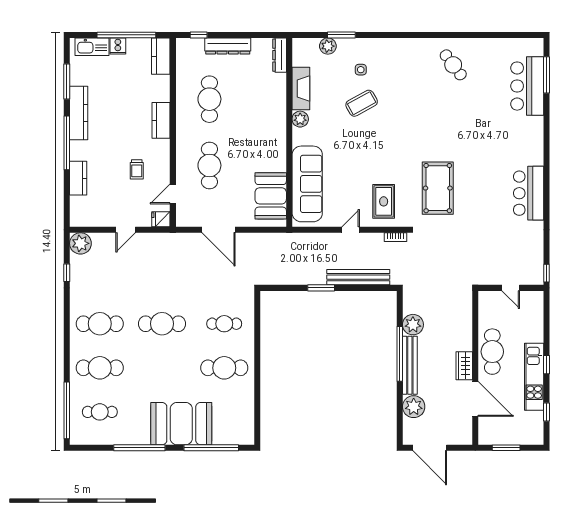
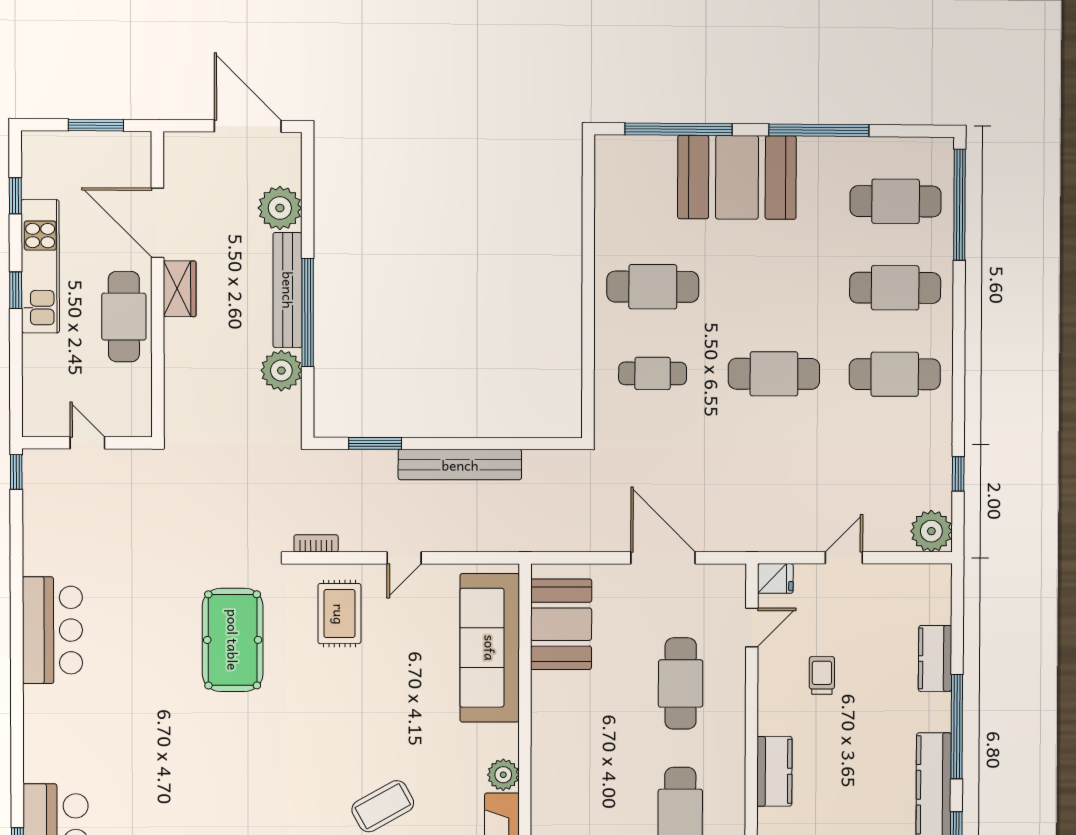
bench: (358, 277) -> (460, 465), moved
window: (321, 288) -> (375, 443), moved
cafe table: (100, 412) -> (896, 201), width x1.37, depth x1.35

